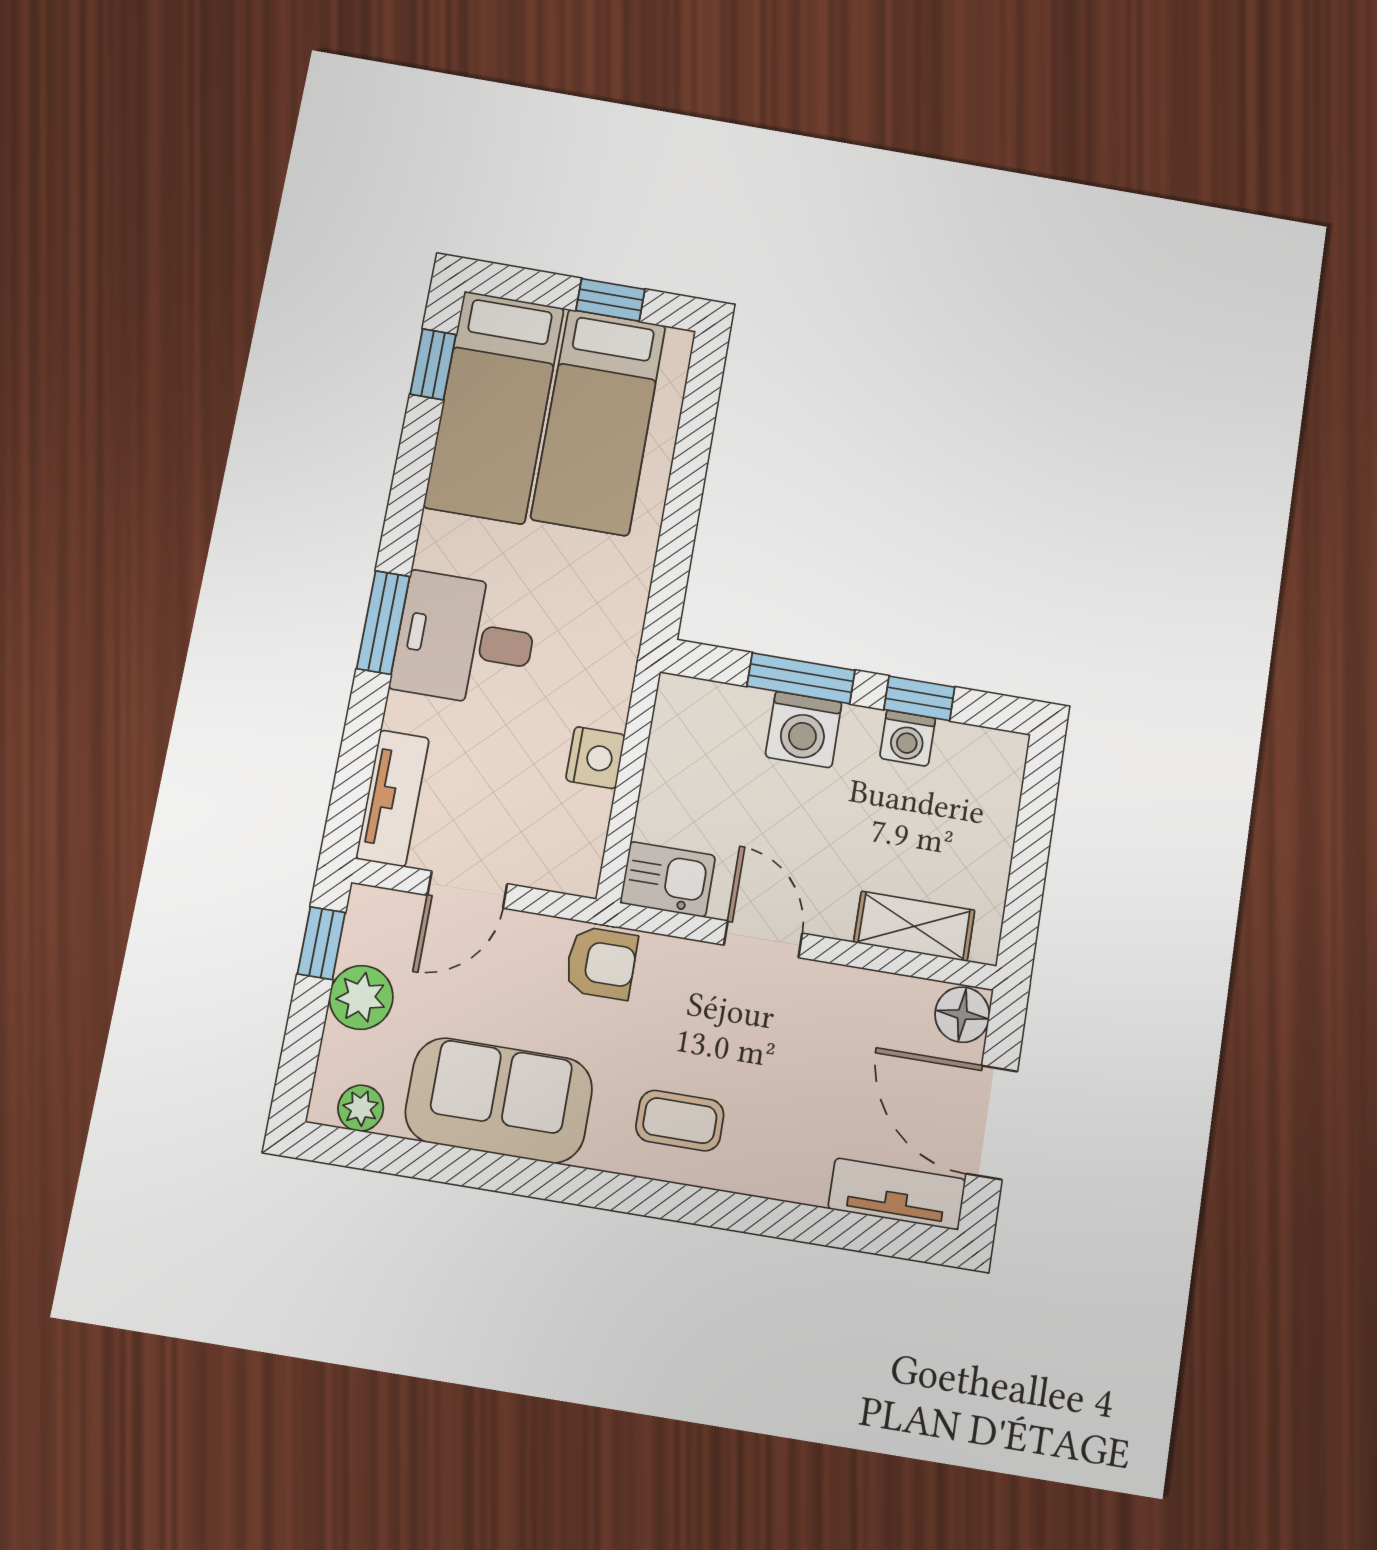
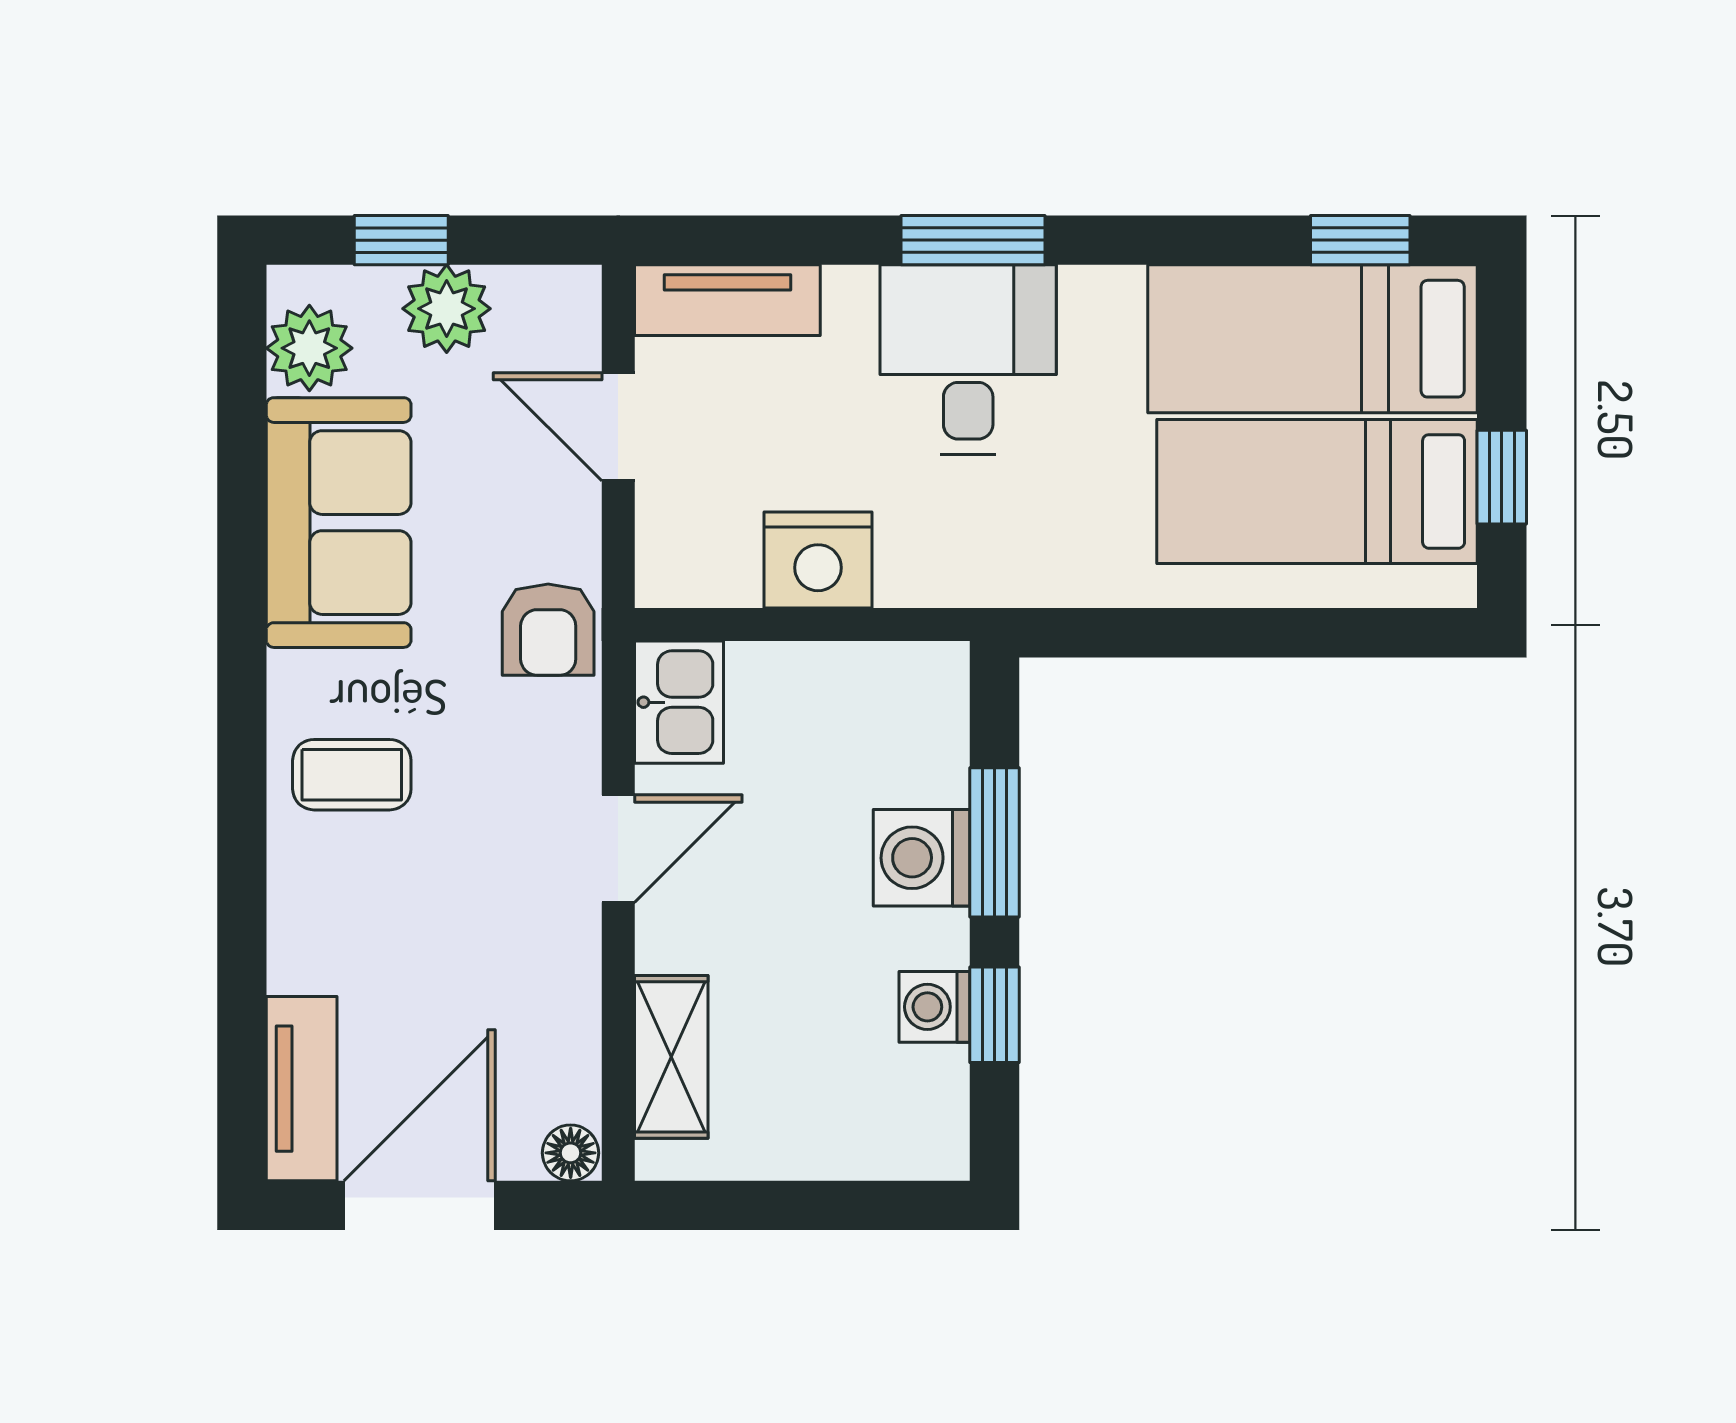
nightstand: (595, 758) -> (818, 560), width x1.36, depth x1.33
window: (321, 943) -> (401, 240), moved
floor lamp: (962, 1015) -> (571, 1153), width x0.73, depth x0.73
plant: (361, 1108) -> (309, 348), width x1.38, depth x1.38
coffee table: (680, 1121) -> (352, 775), turned 90

